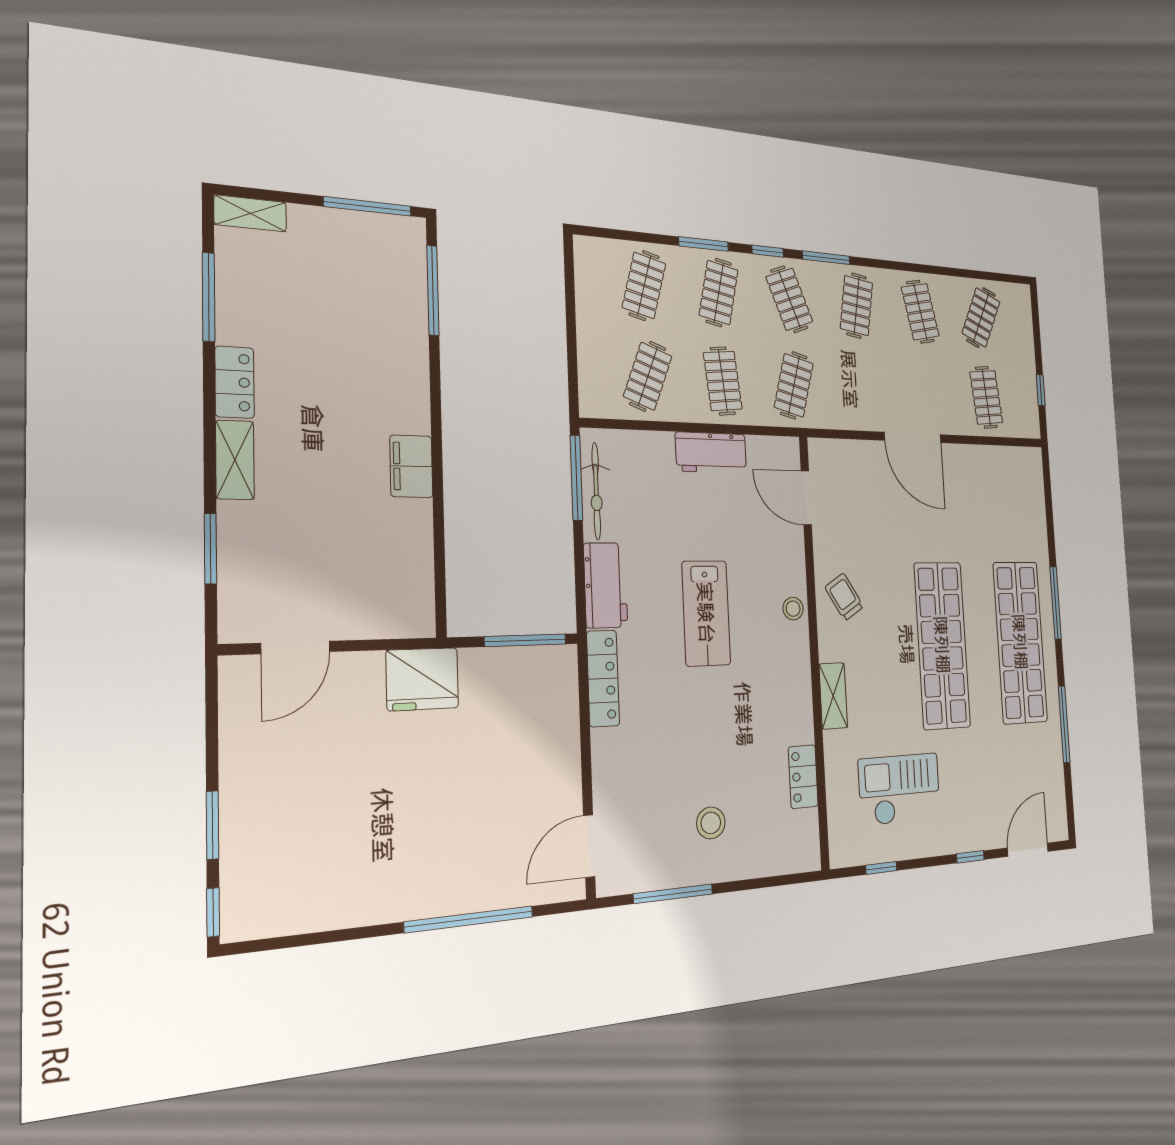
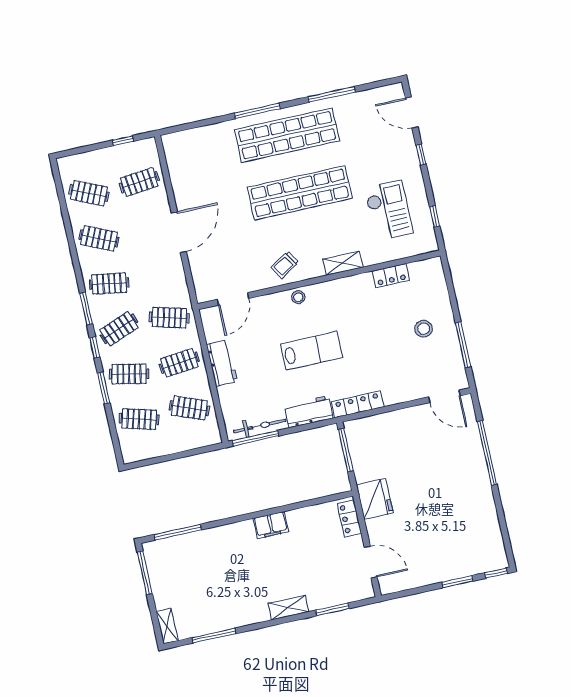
clothes rail: (920, 312) -> (99, 238), turned 36
locker: (235, 382) -> (349, 518), moved, turned -90
checkout: (900, 789) -> (389, 210), turned 180

